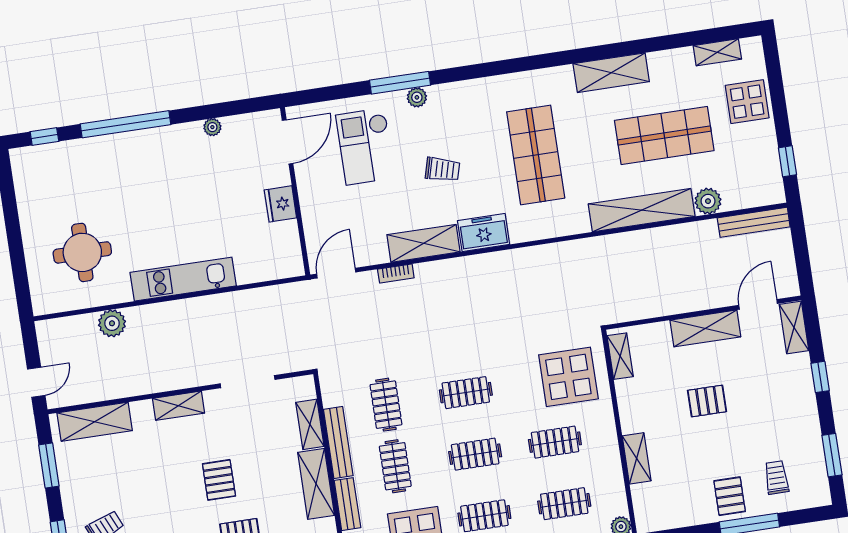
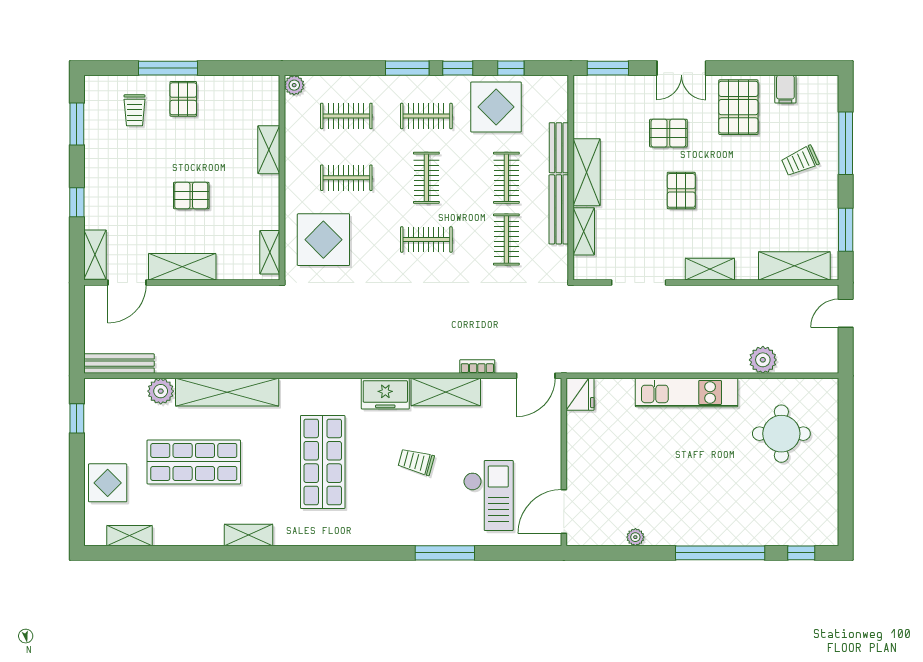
shelving: (611, 73) -> (249, 535), width x0.67, depth x0.75
plant: (417, 97) -> (431, 536), removed
fridge: (280, 204) -> (580, 394), moved
clothes rail: (475, 454) -> (426, 178), turned 90

